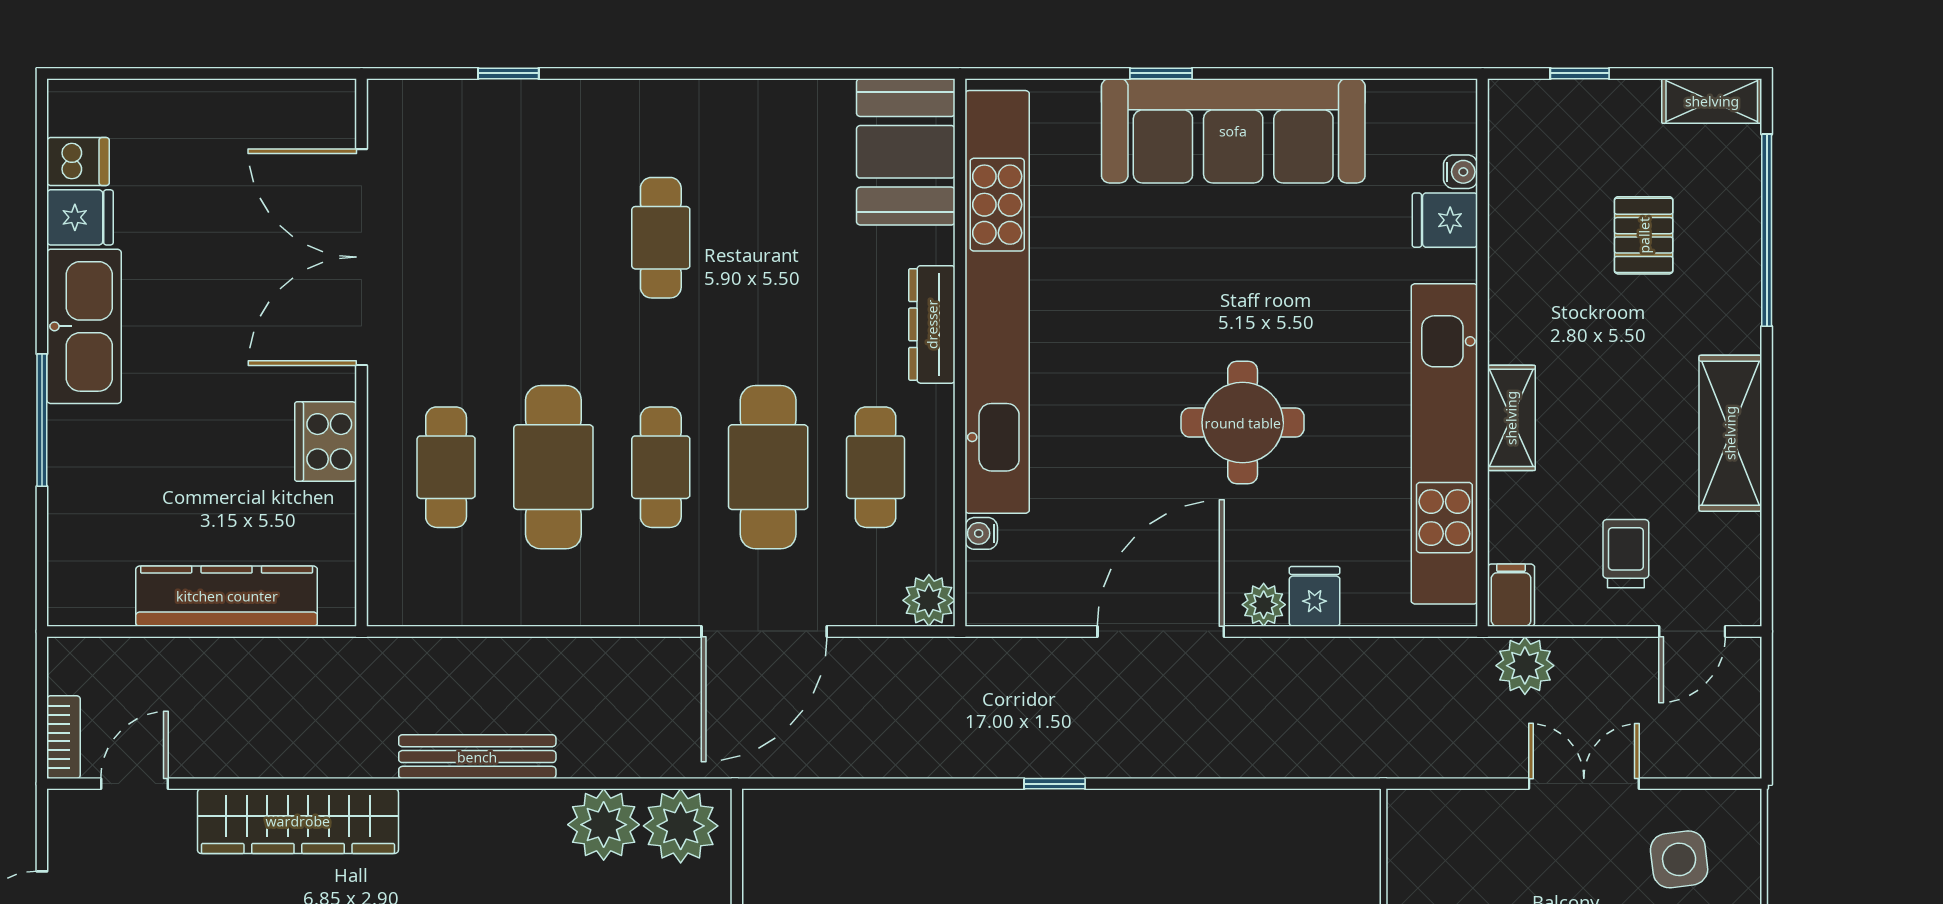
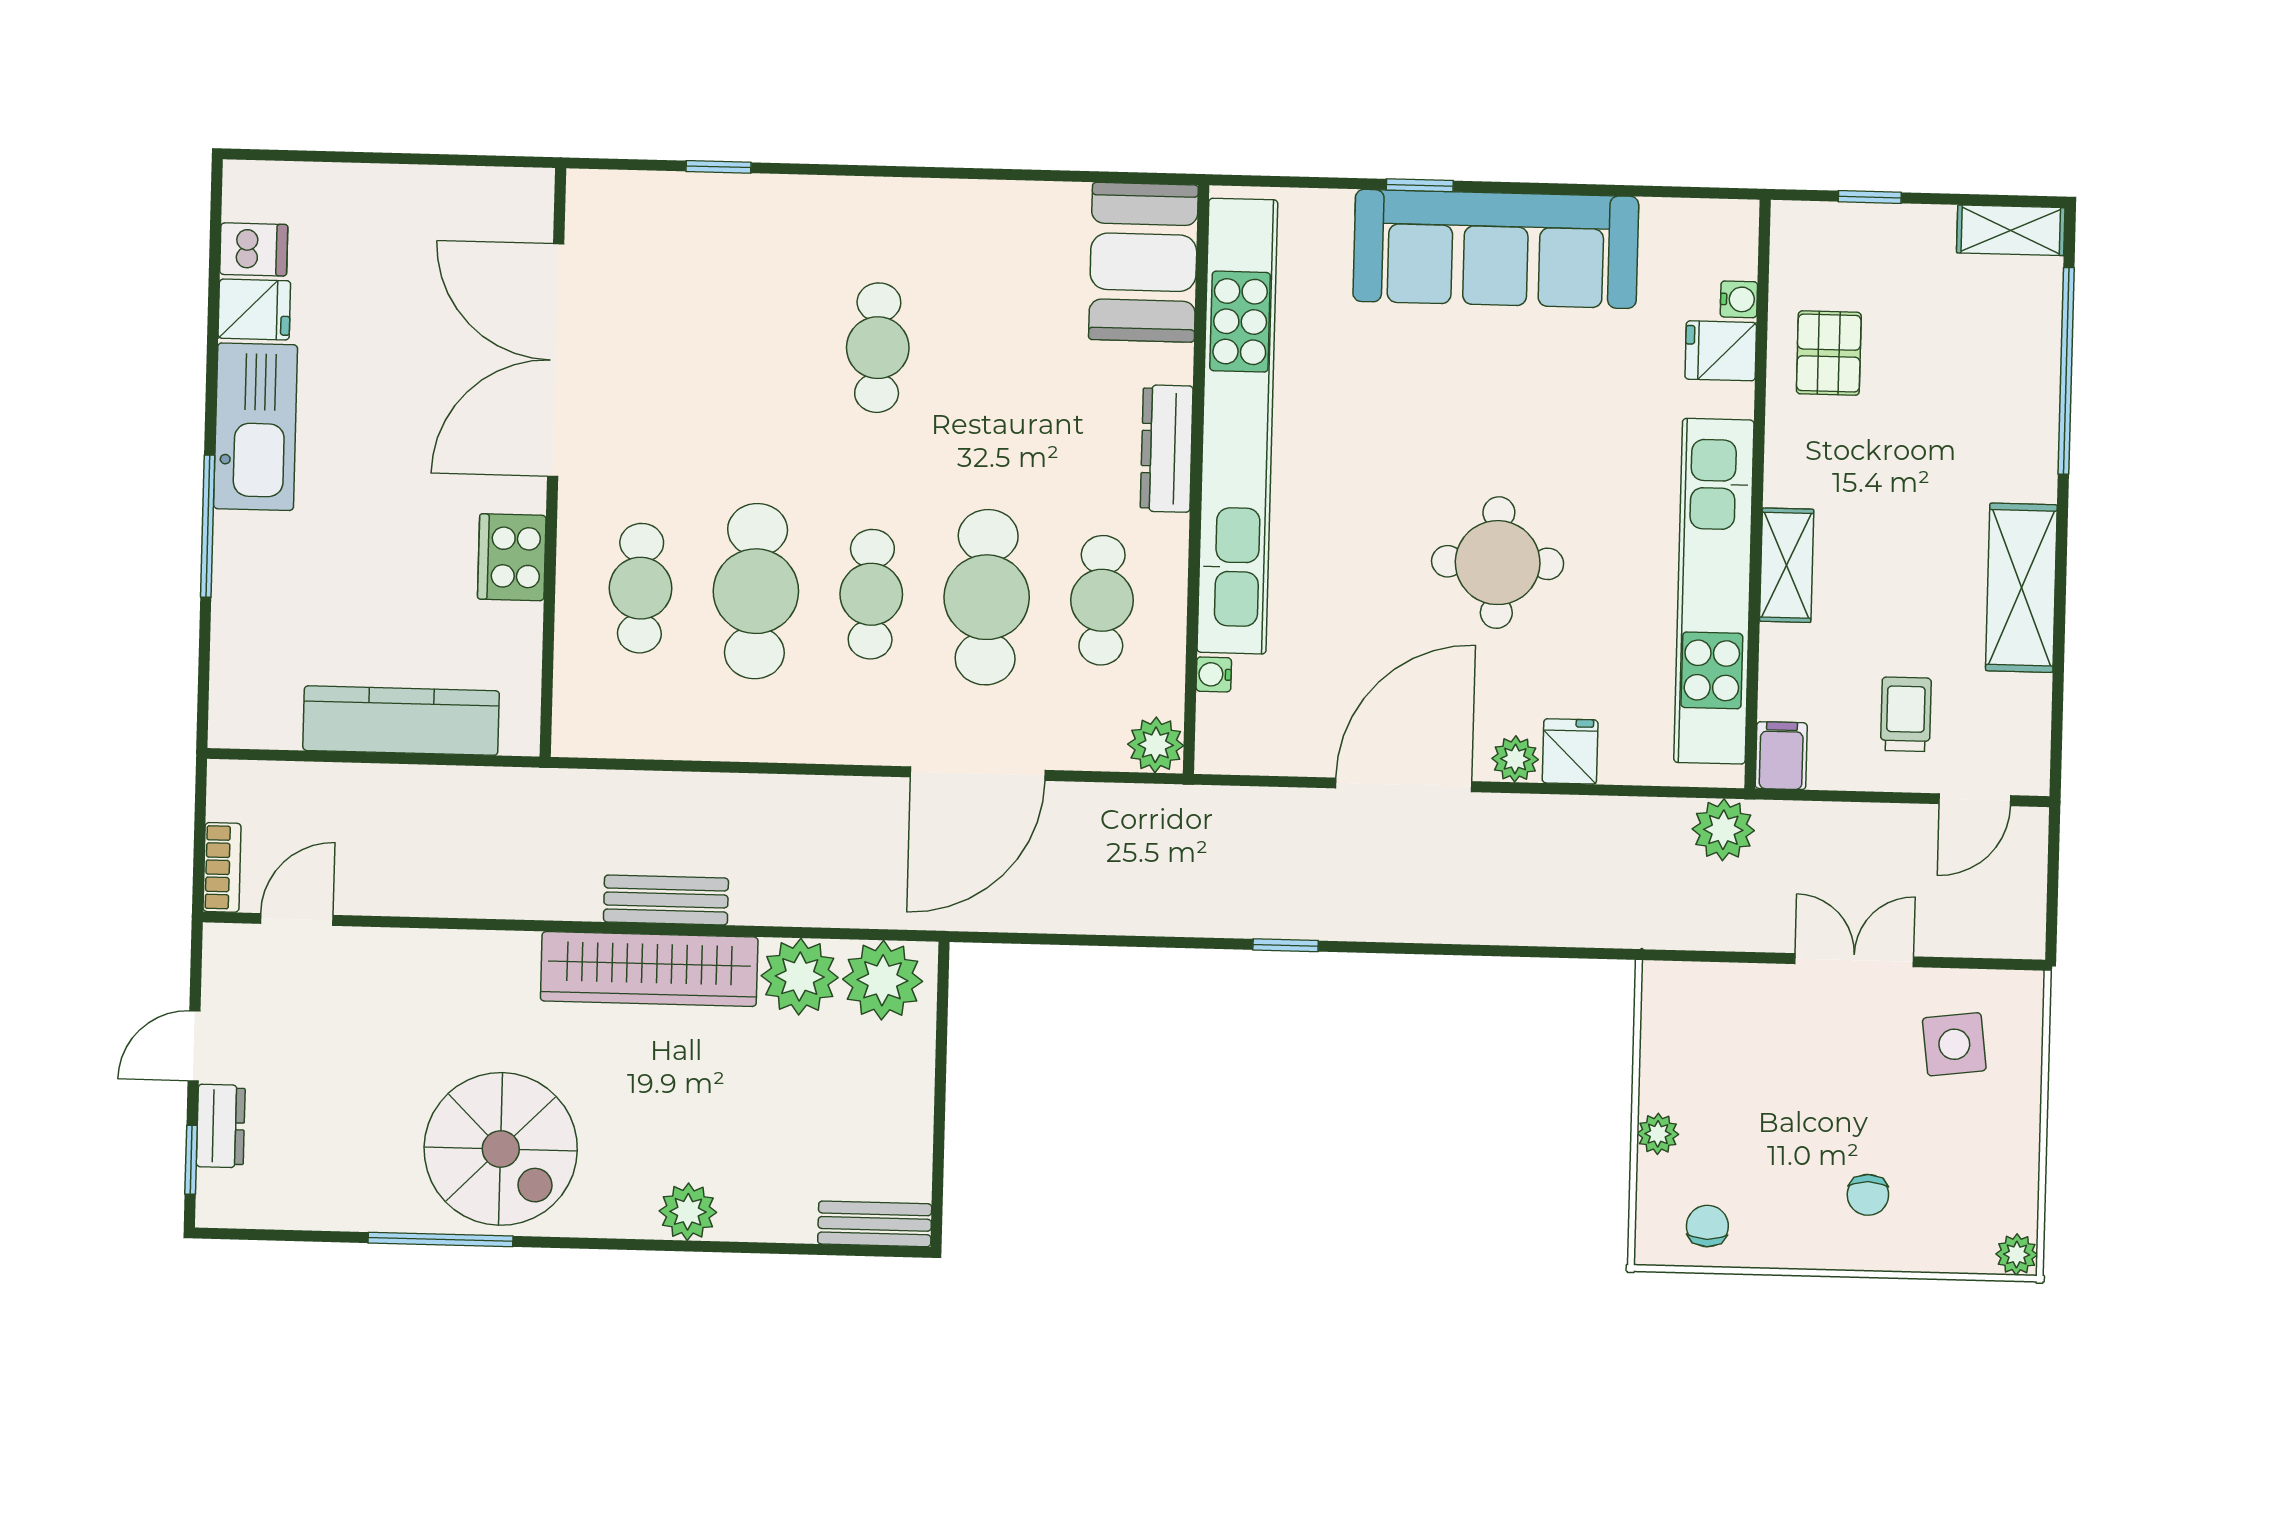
pallet: (1644, 235) -> (1829, 353), moved
plant: (1525, 666) -> (1723, 830), moved
bench: (477, 757) -> (666, 900), width x0.73
wardrobe: (298, 821) -> (649, 969), moved

